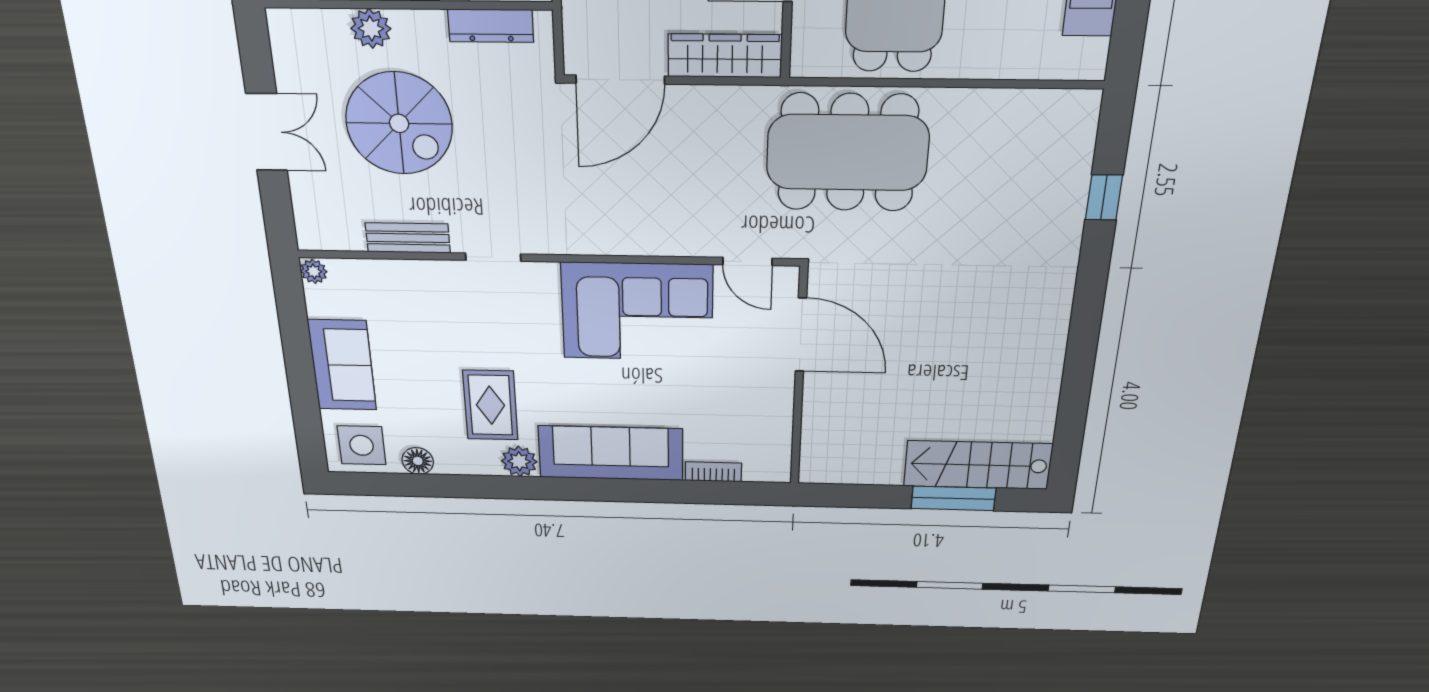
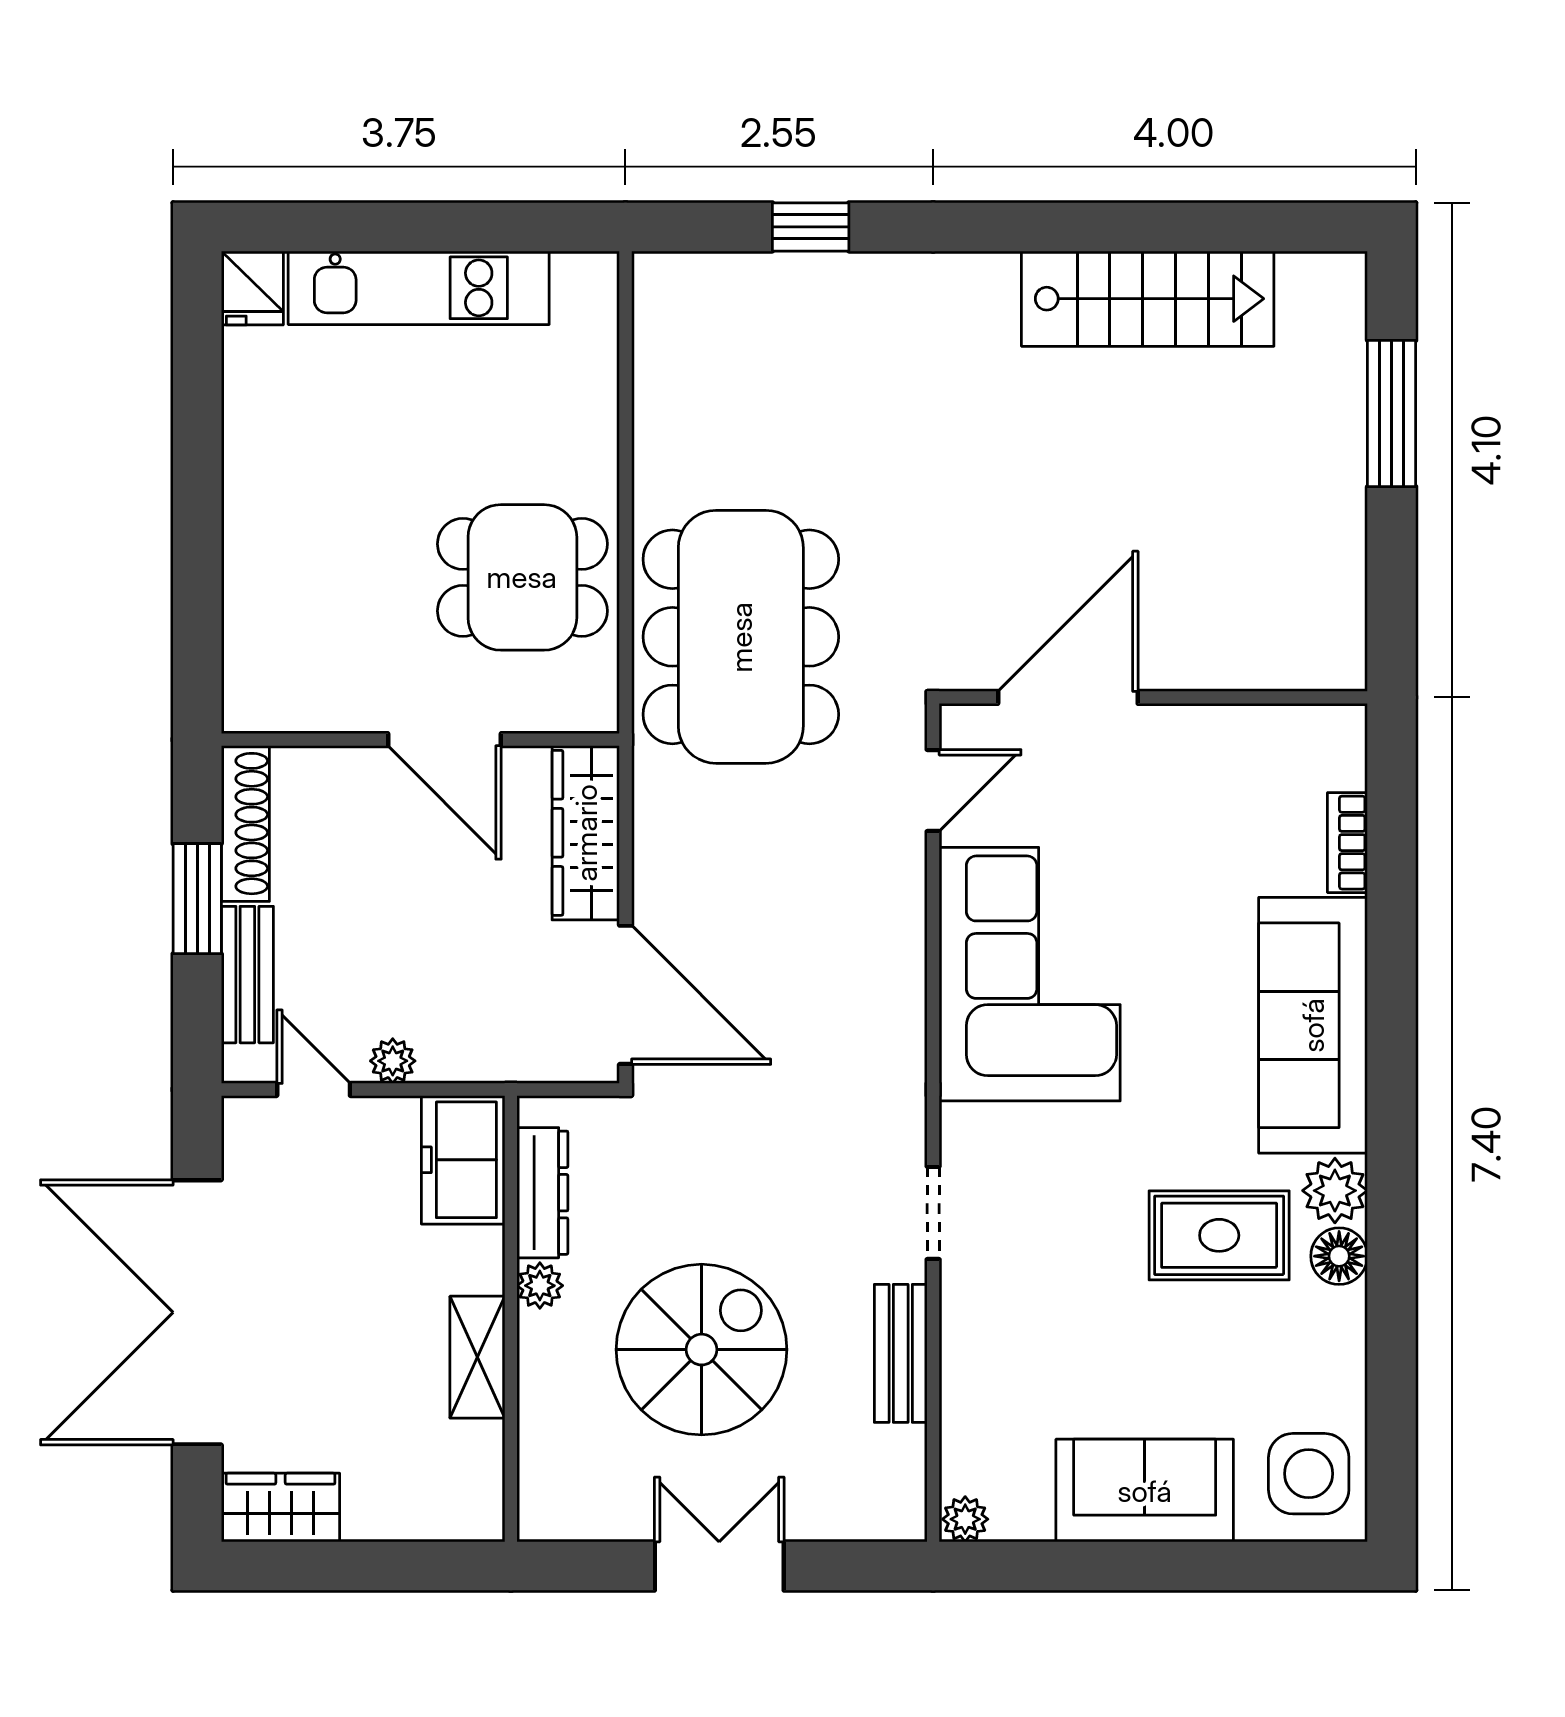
plant: (371, 29) -> (540, 1286), moved, width x0.73, depth x0.73
floor lamp: (418, 461) -> (1339, 1256), moved
stairs: (978, 465) -> (1148, 299), moved, turned -90

